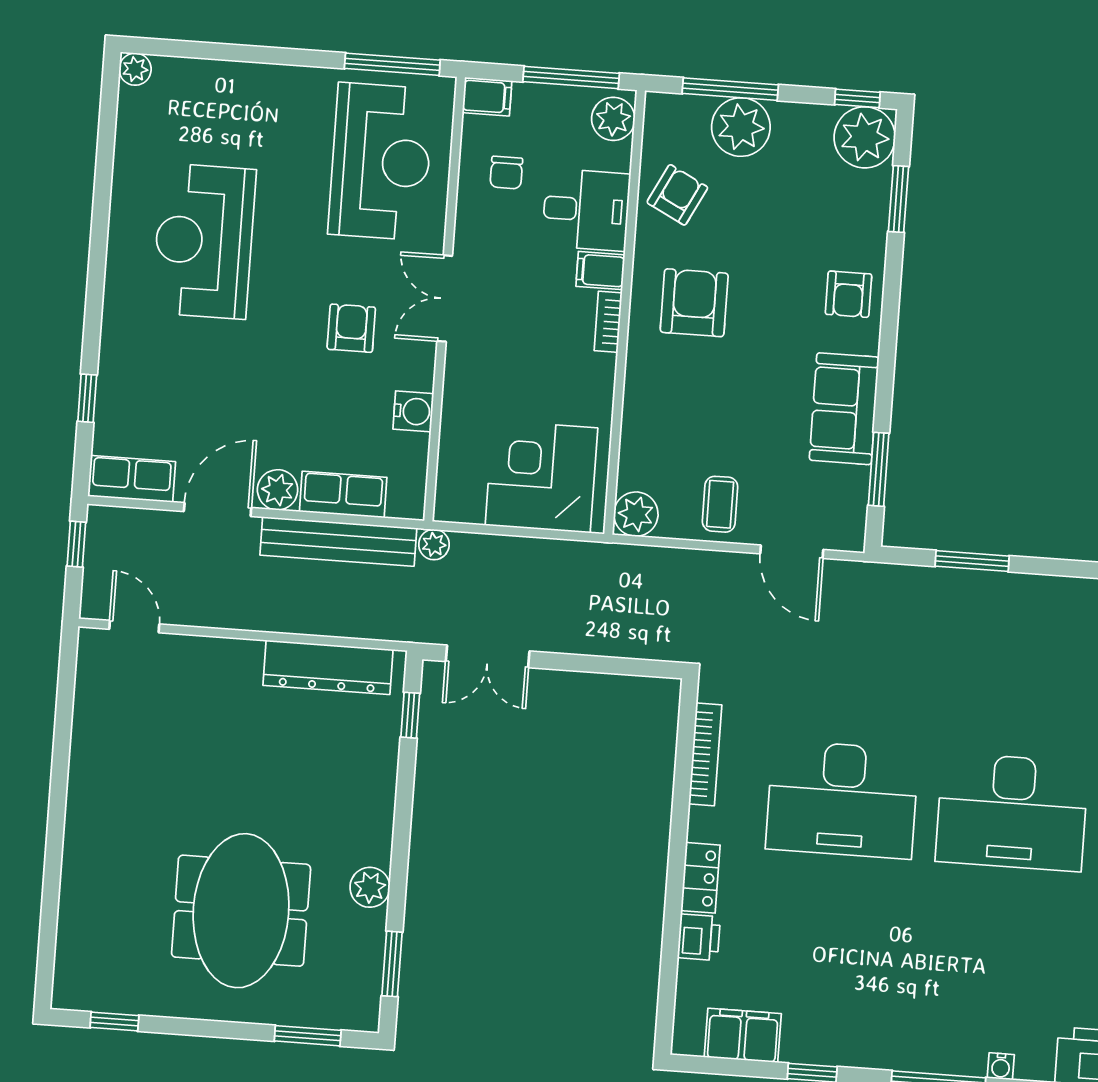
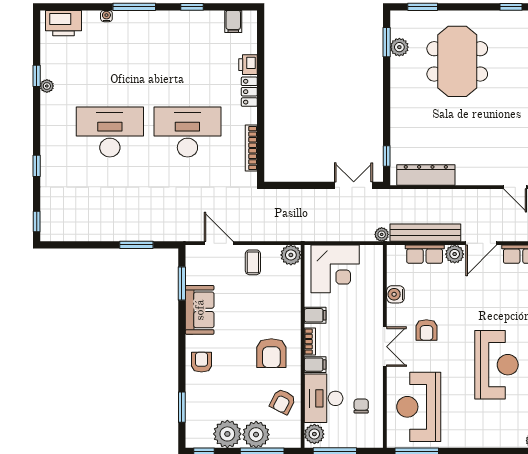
filing cabinet: (487, 97) -> (315, 315), moved, turned 180
plant: (865, 137) -> (227, 434), moved
desk: (586, 210) -> (324, 398), width x1.37
plant: (370, 887) -> (399, 47), moved
filing cabinet: (743, 1035) -> (233, 21), width x0.50

